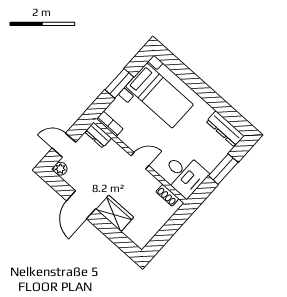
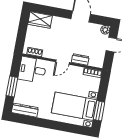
window: (119, 83) -> (99, 111), moved
dresser: (98, 135) -> (80, 59), moved
wardrobe: (115, 213) -> (40, 20), moved

